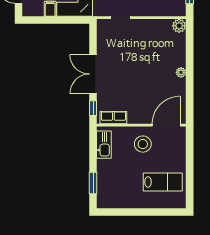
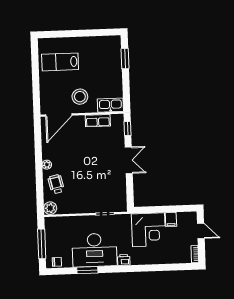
wheelchair: (172, 51) -> (56, 184), added
double door: (93, 74) -> (129, 160), width x0.73
row of seats: (113, 118) -> (98, 121), moved
kitchen sink: (104, 145) -> (110, 105), moved, turned 90

